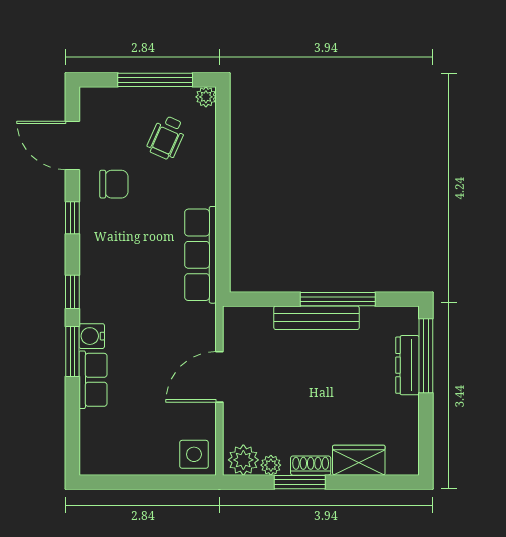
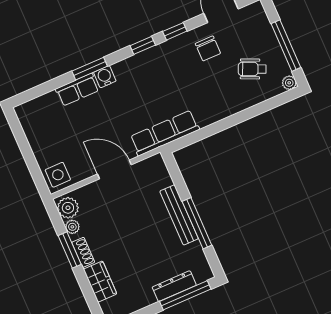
row of seats: (200, 255) -> (165, 133), moved
window: (72, 292) -> (143, 45), moved

